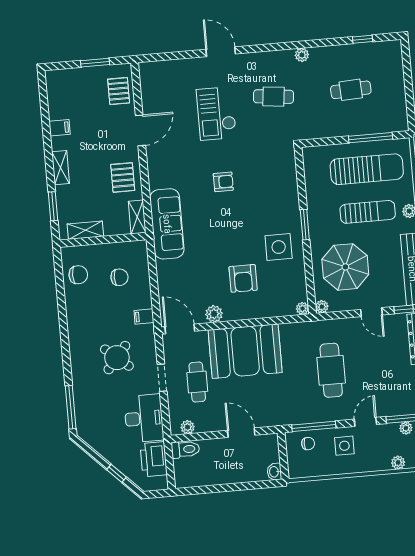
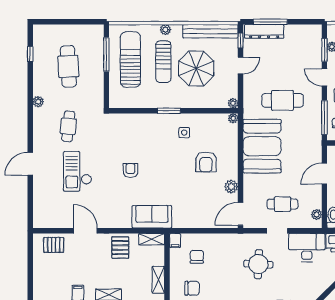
window: (95, 63) -> (30, 261), removed
cafe table: (351, 90) -> (68, 66), width x1.37, depth x1.35
checkout: (216, 113) -> (77, 171), turned 90
pallet: (123, 177) -> (120, 248), turned 90
sun lounger: (368, 212) -> (163, 62), turned 180
sofa: (167, 224) -> (152, 217), width x0.73
side table: (279, 247) -> (184, 132), width x0.54, depth x0.54
parasol: (345, 267) -> (196, 69), moved
chair: (78, 275) -> (192, 288), turned 90
armchair: (243, 278) -> (206, 162), turned 90
filing cabinet: (144, 316) -> (175, 241), moved
booth: (245, 351) -> (262, 146), moved
round table: (117, 358) -> (258, 264), turned -37

